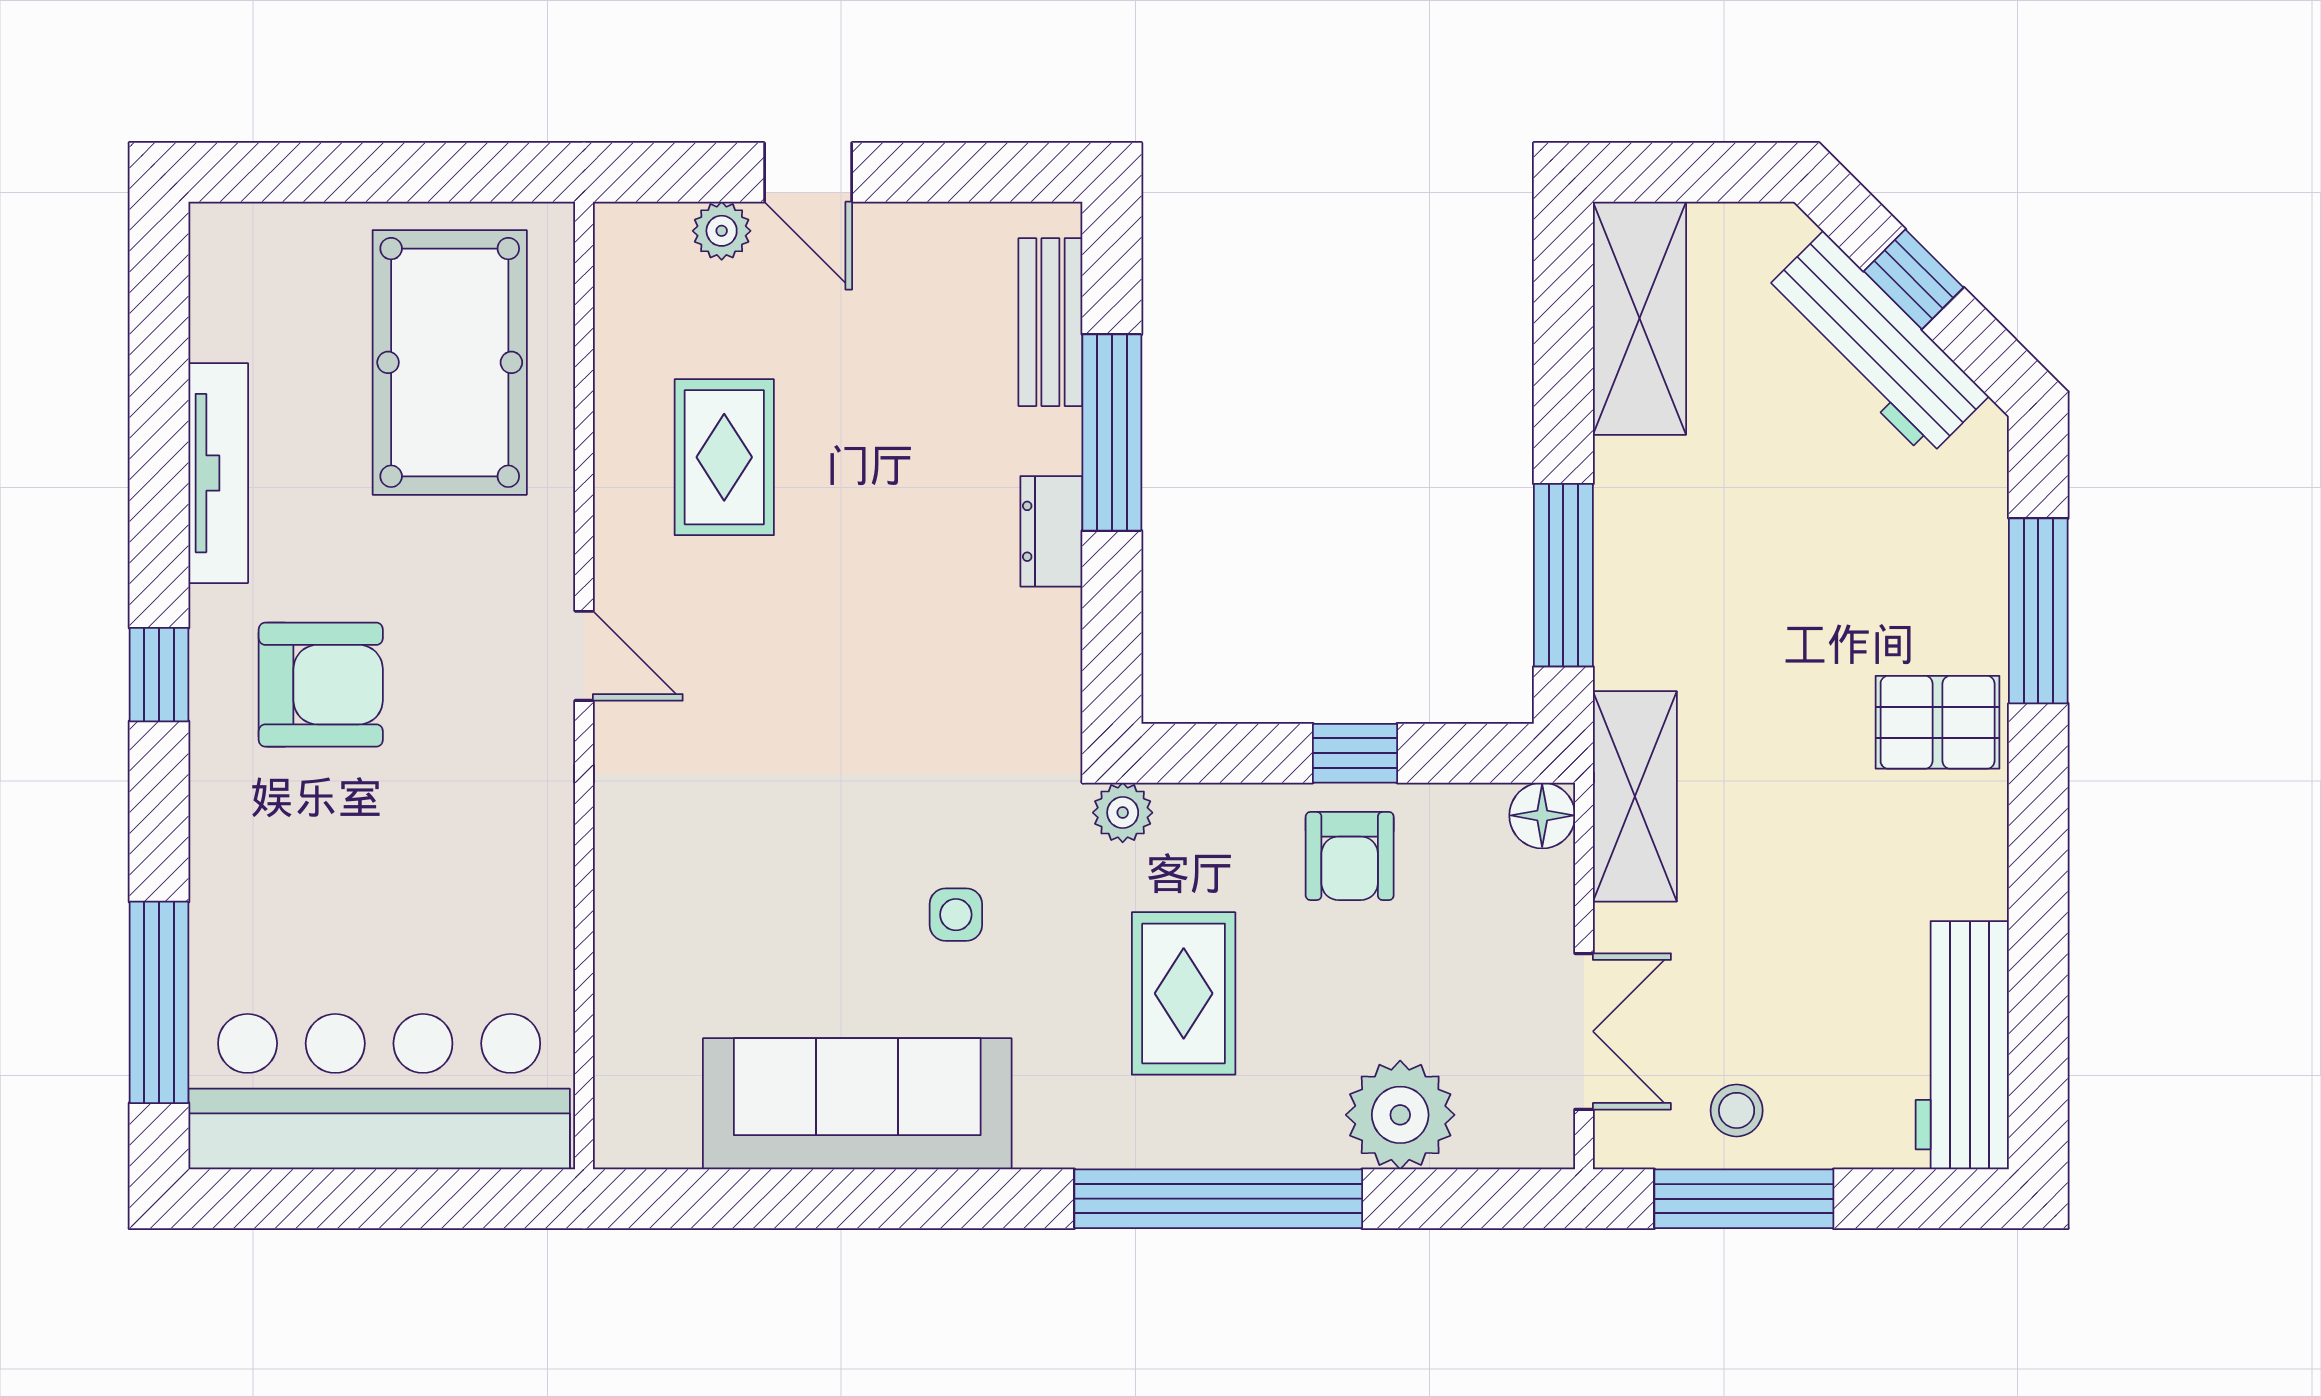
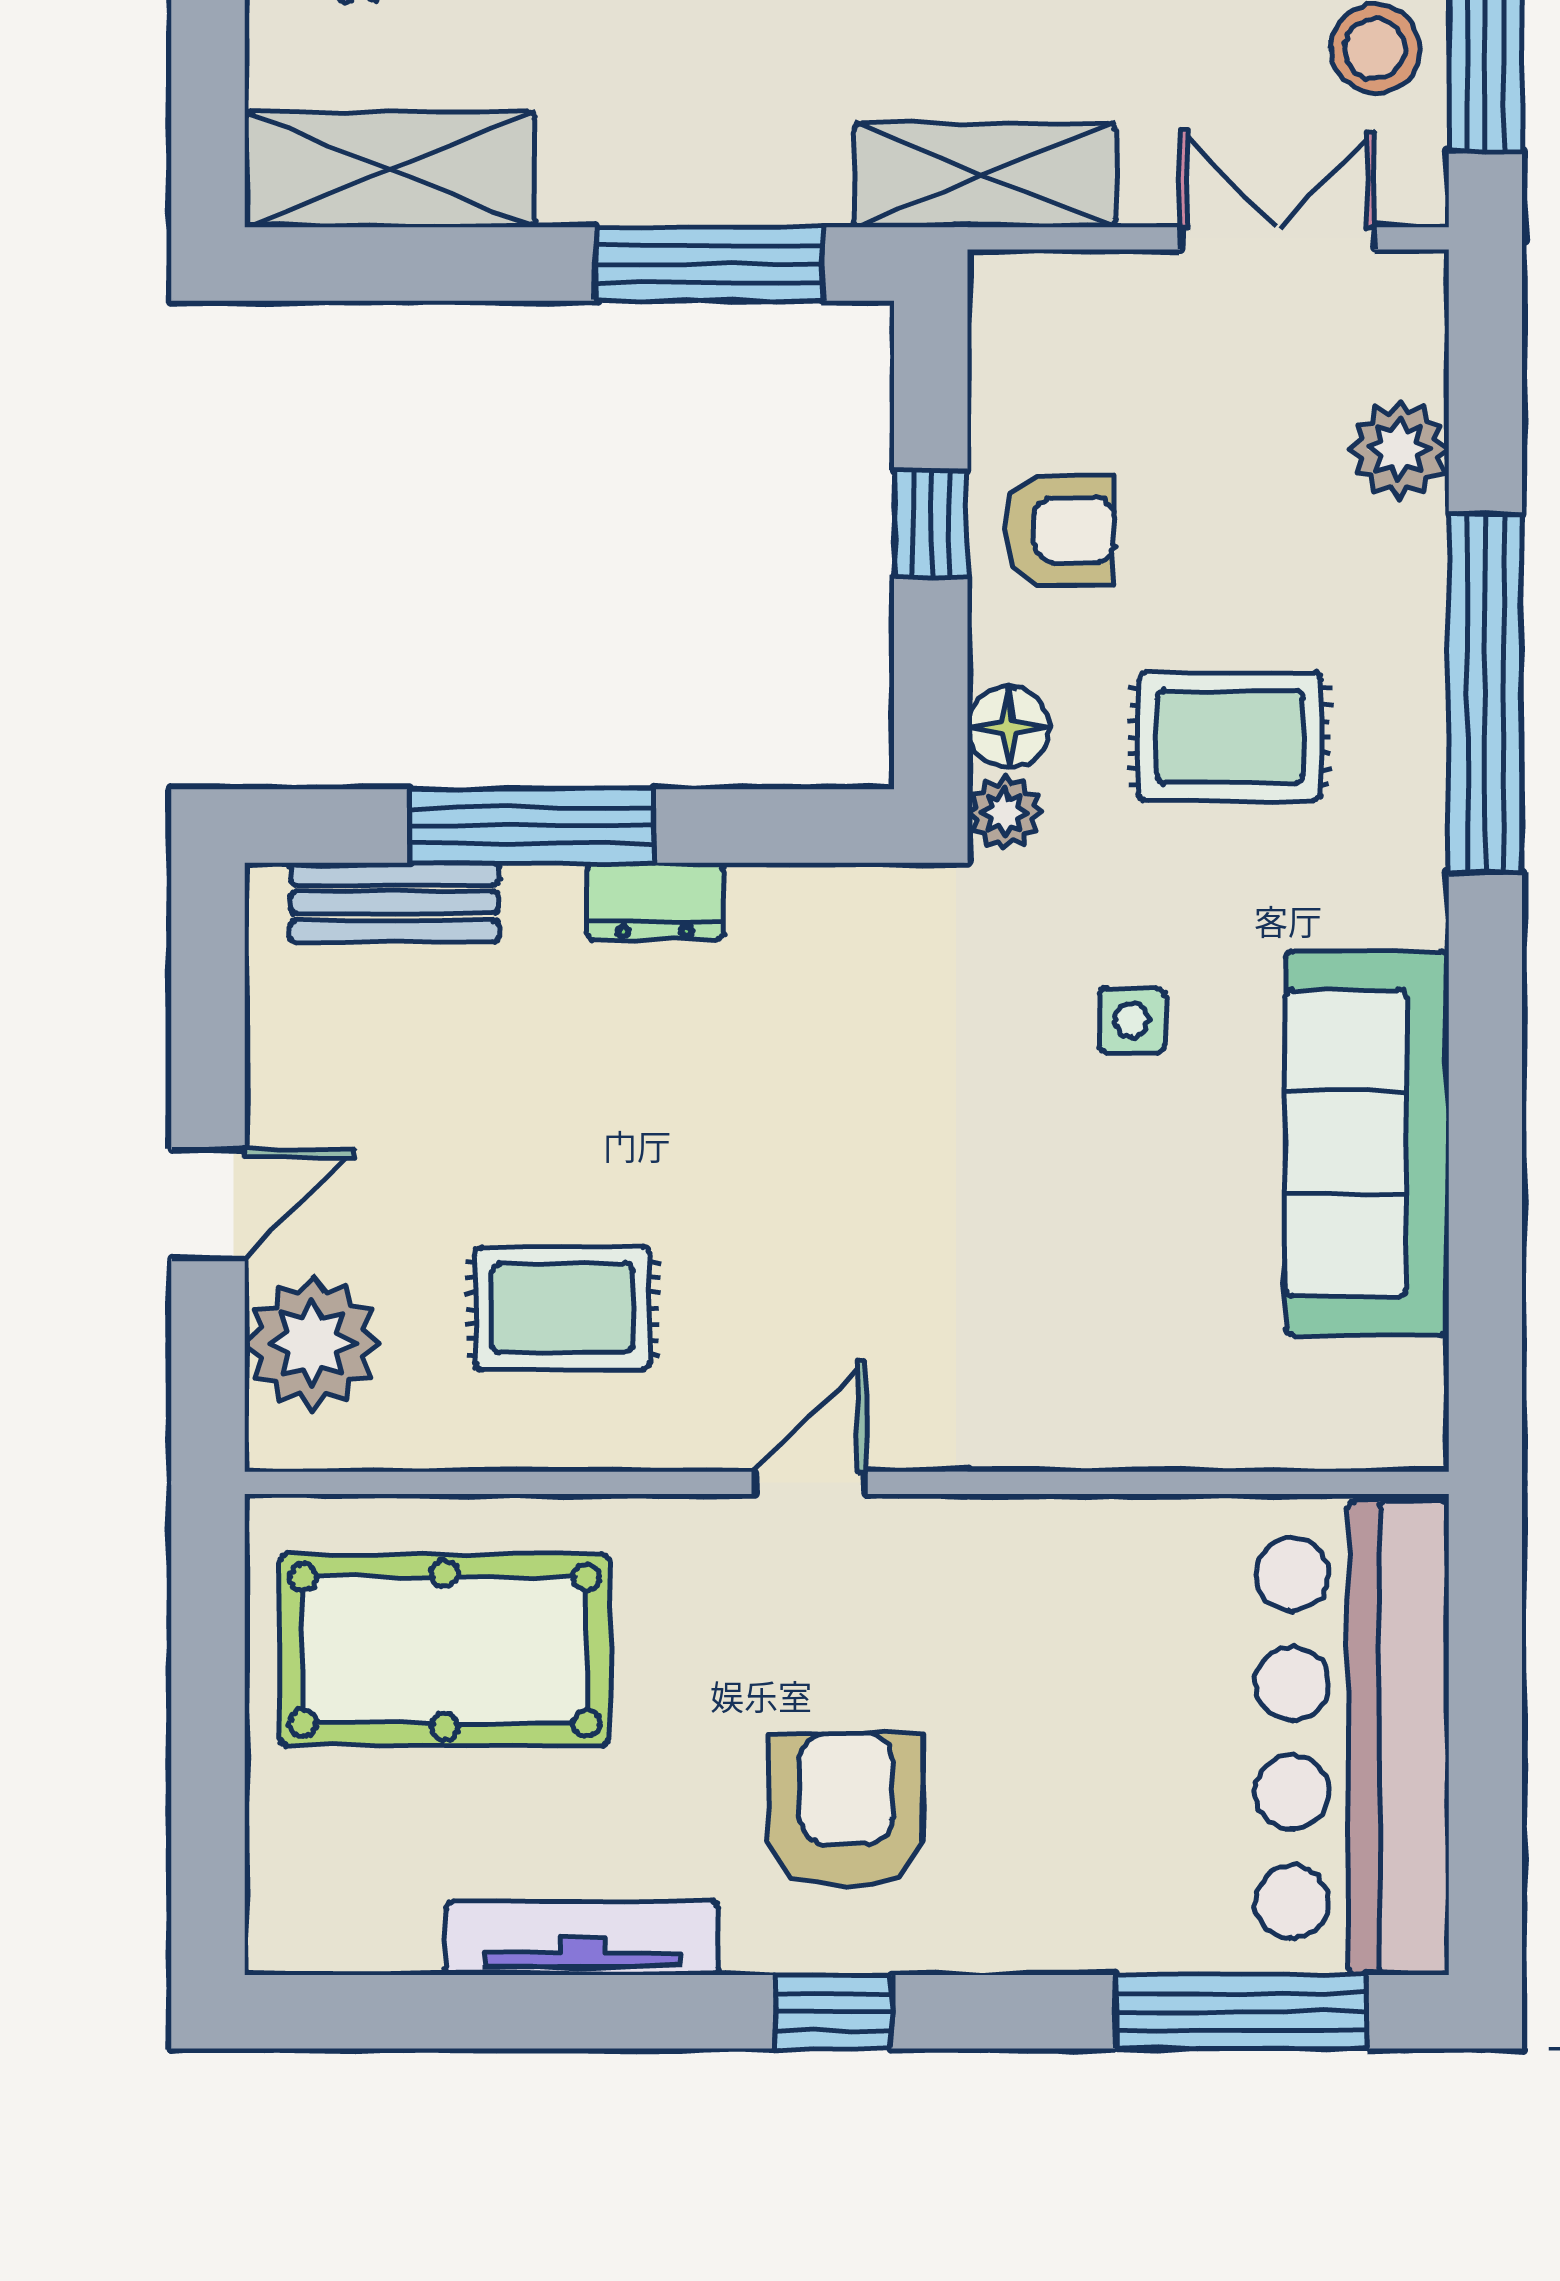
plant: (722, 231) -> (312, 1343), width x1.88, depth x1.88
floor lamp: (1542, 815) -> (1008, 727), moved
stool: (1737, 1110) -> (1376, 49), width x1.37, depth x1.37
plant: (1400, 1115) -> (1399, 449), width x0.73, depth x0.73

